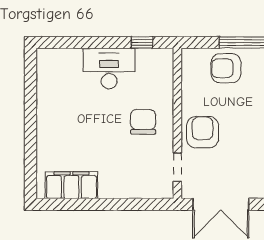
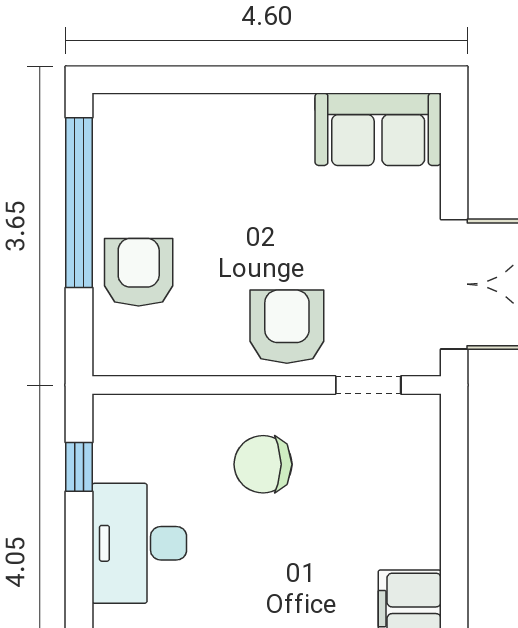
armchair: (226, 68) -> (139, 272), turned 180
armchair: (203, 132) -> (287, 327), turned 90

